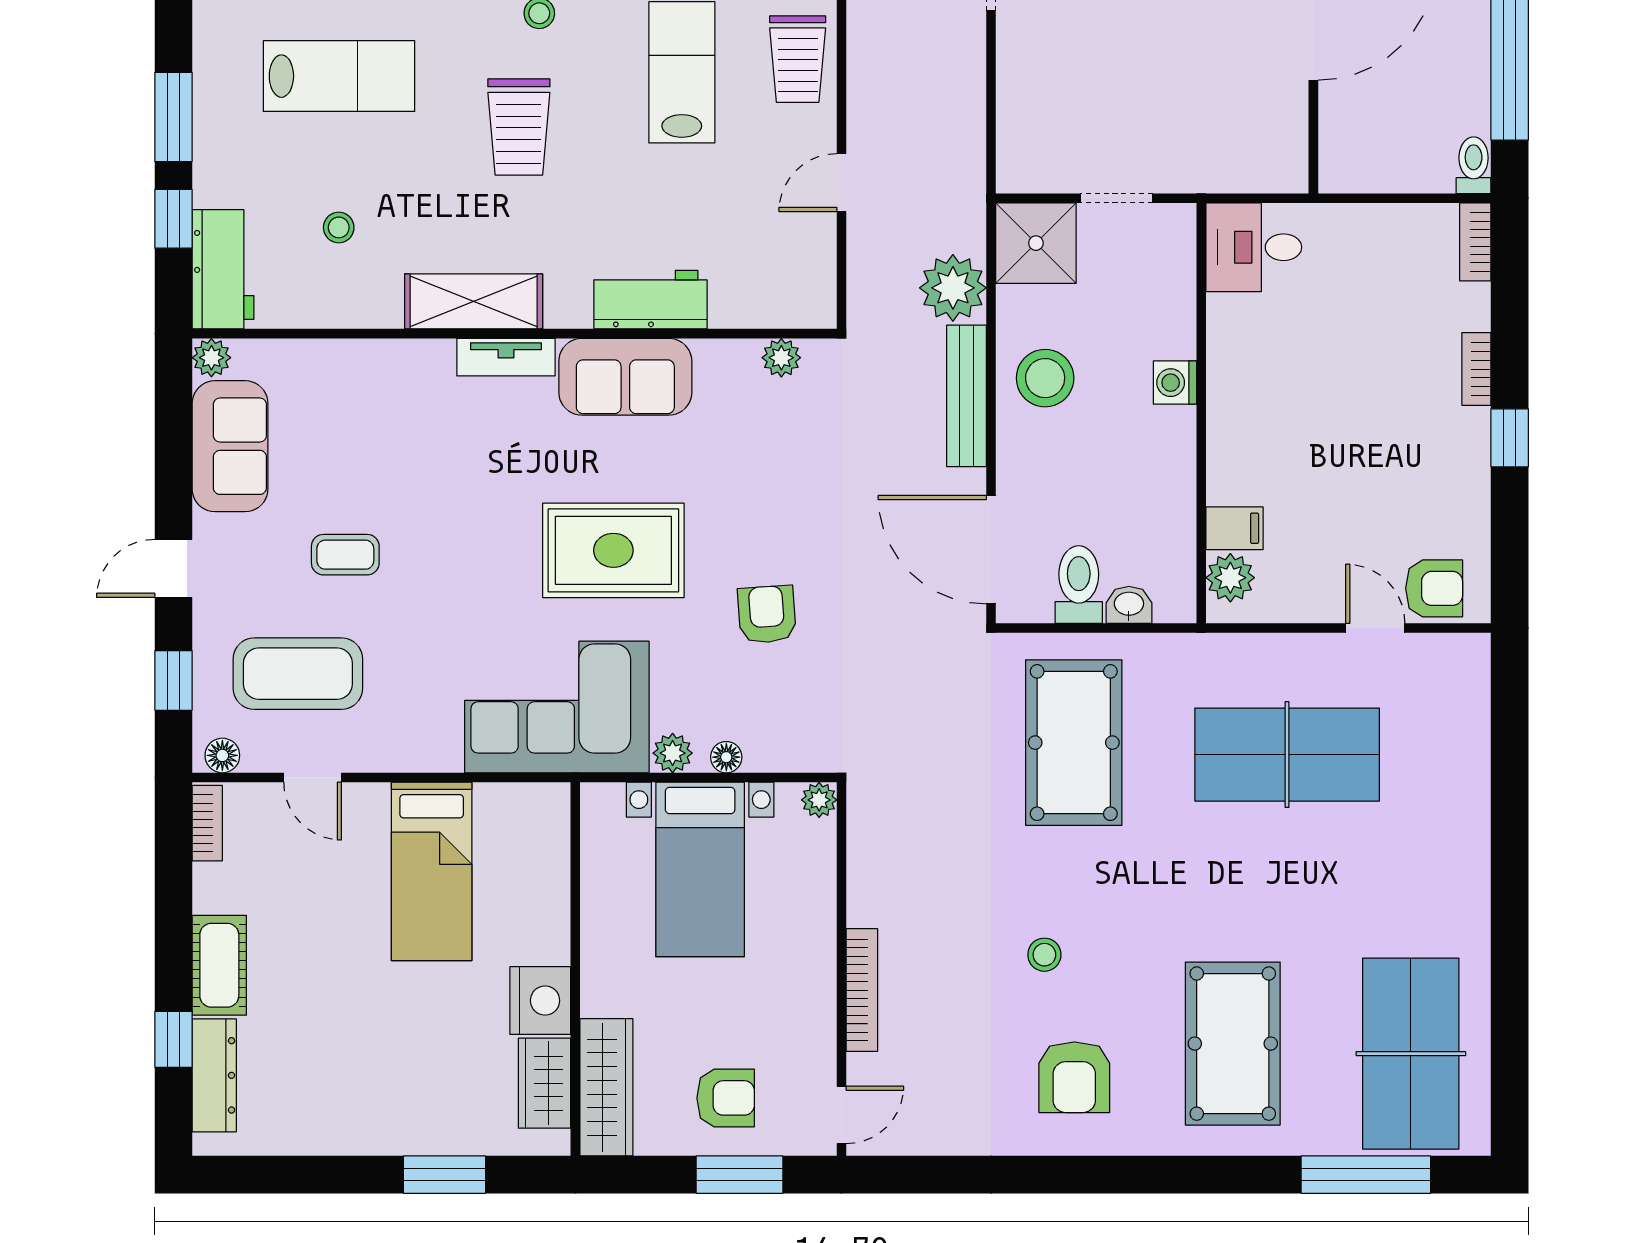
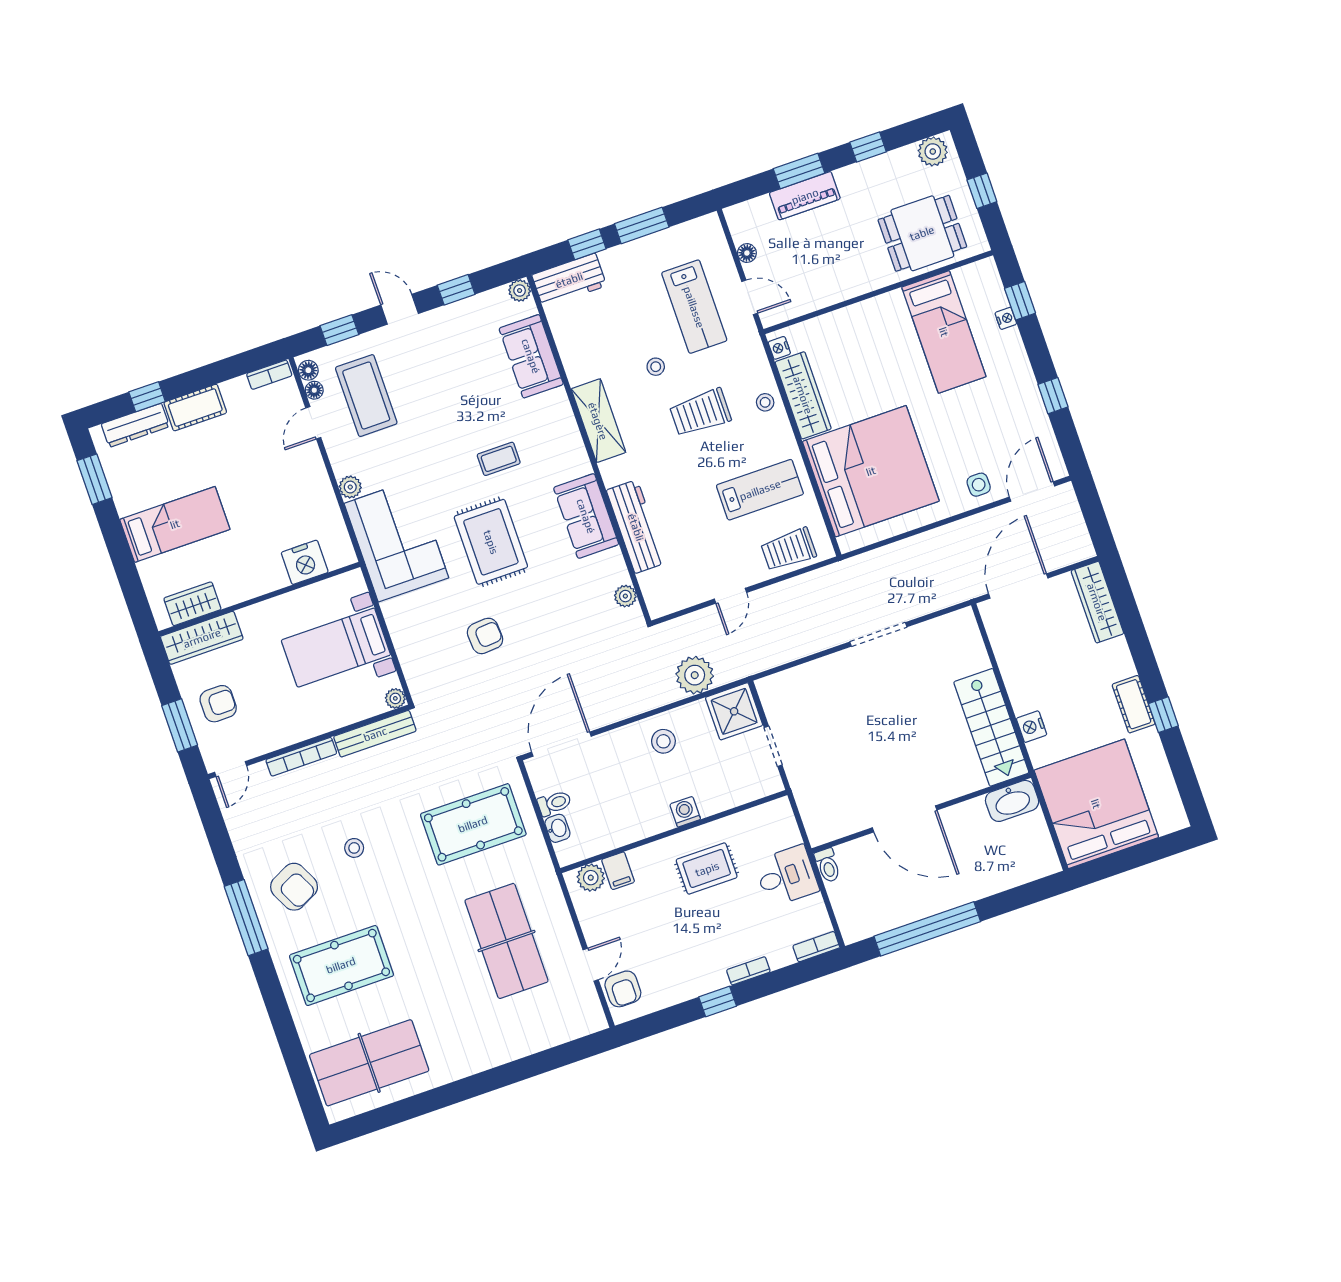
toilet: (1474, 165) -> (828, 865), moved, turned 90
door: (842, 183) -> (730, 596), swing flipped
stool: (339, 227) -> (656, 367), moved
desk: (1254, 247) -> (787, 876), moved, turned 90
workbench: (650, 300) -> (636, 527), width x1.37
tv unit: (506, 357) -> (575, 448), removed
stool: (1045, 378) -> (663, 741), width x0.73, depth x0.73
rug: (1282, 380) -> (707, 869), added
bench: (967, 396) -> (375, 734), moved
sofa: (230, 446) -> (531, 356), moved, turned 90
window: (173, 463) -> (456, 290), added
coffee table: (345, 555) -> (499, 459), moved, turned 90
toilet: (1079, 584) -> (554, 803), width x0.73, depth x0.72
plant: (673, 753) -> (350, 487), moved
floor lamp: (726, 757) -> (314, 390), moved
bed: (432, 871) -> (175, 524), moved, turned 180
nightstand: (540, 1001) -> (305, 562), moved
armchair: (1074, 1077) -> (294, 887), turned -116
armchair: (726, 1098) -> (218, 704), turned -90
door: (842, 1115) -> (231, 769), hinge flipped
window: (444, 1175) -> (94, 479), moved
window: (1366, 1175) -> (246, 918), moved

